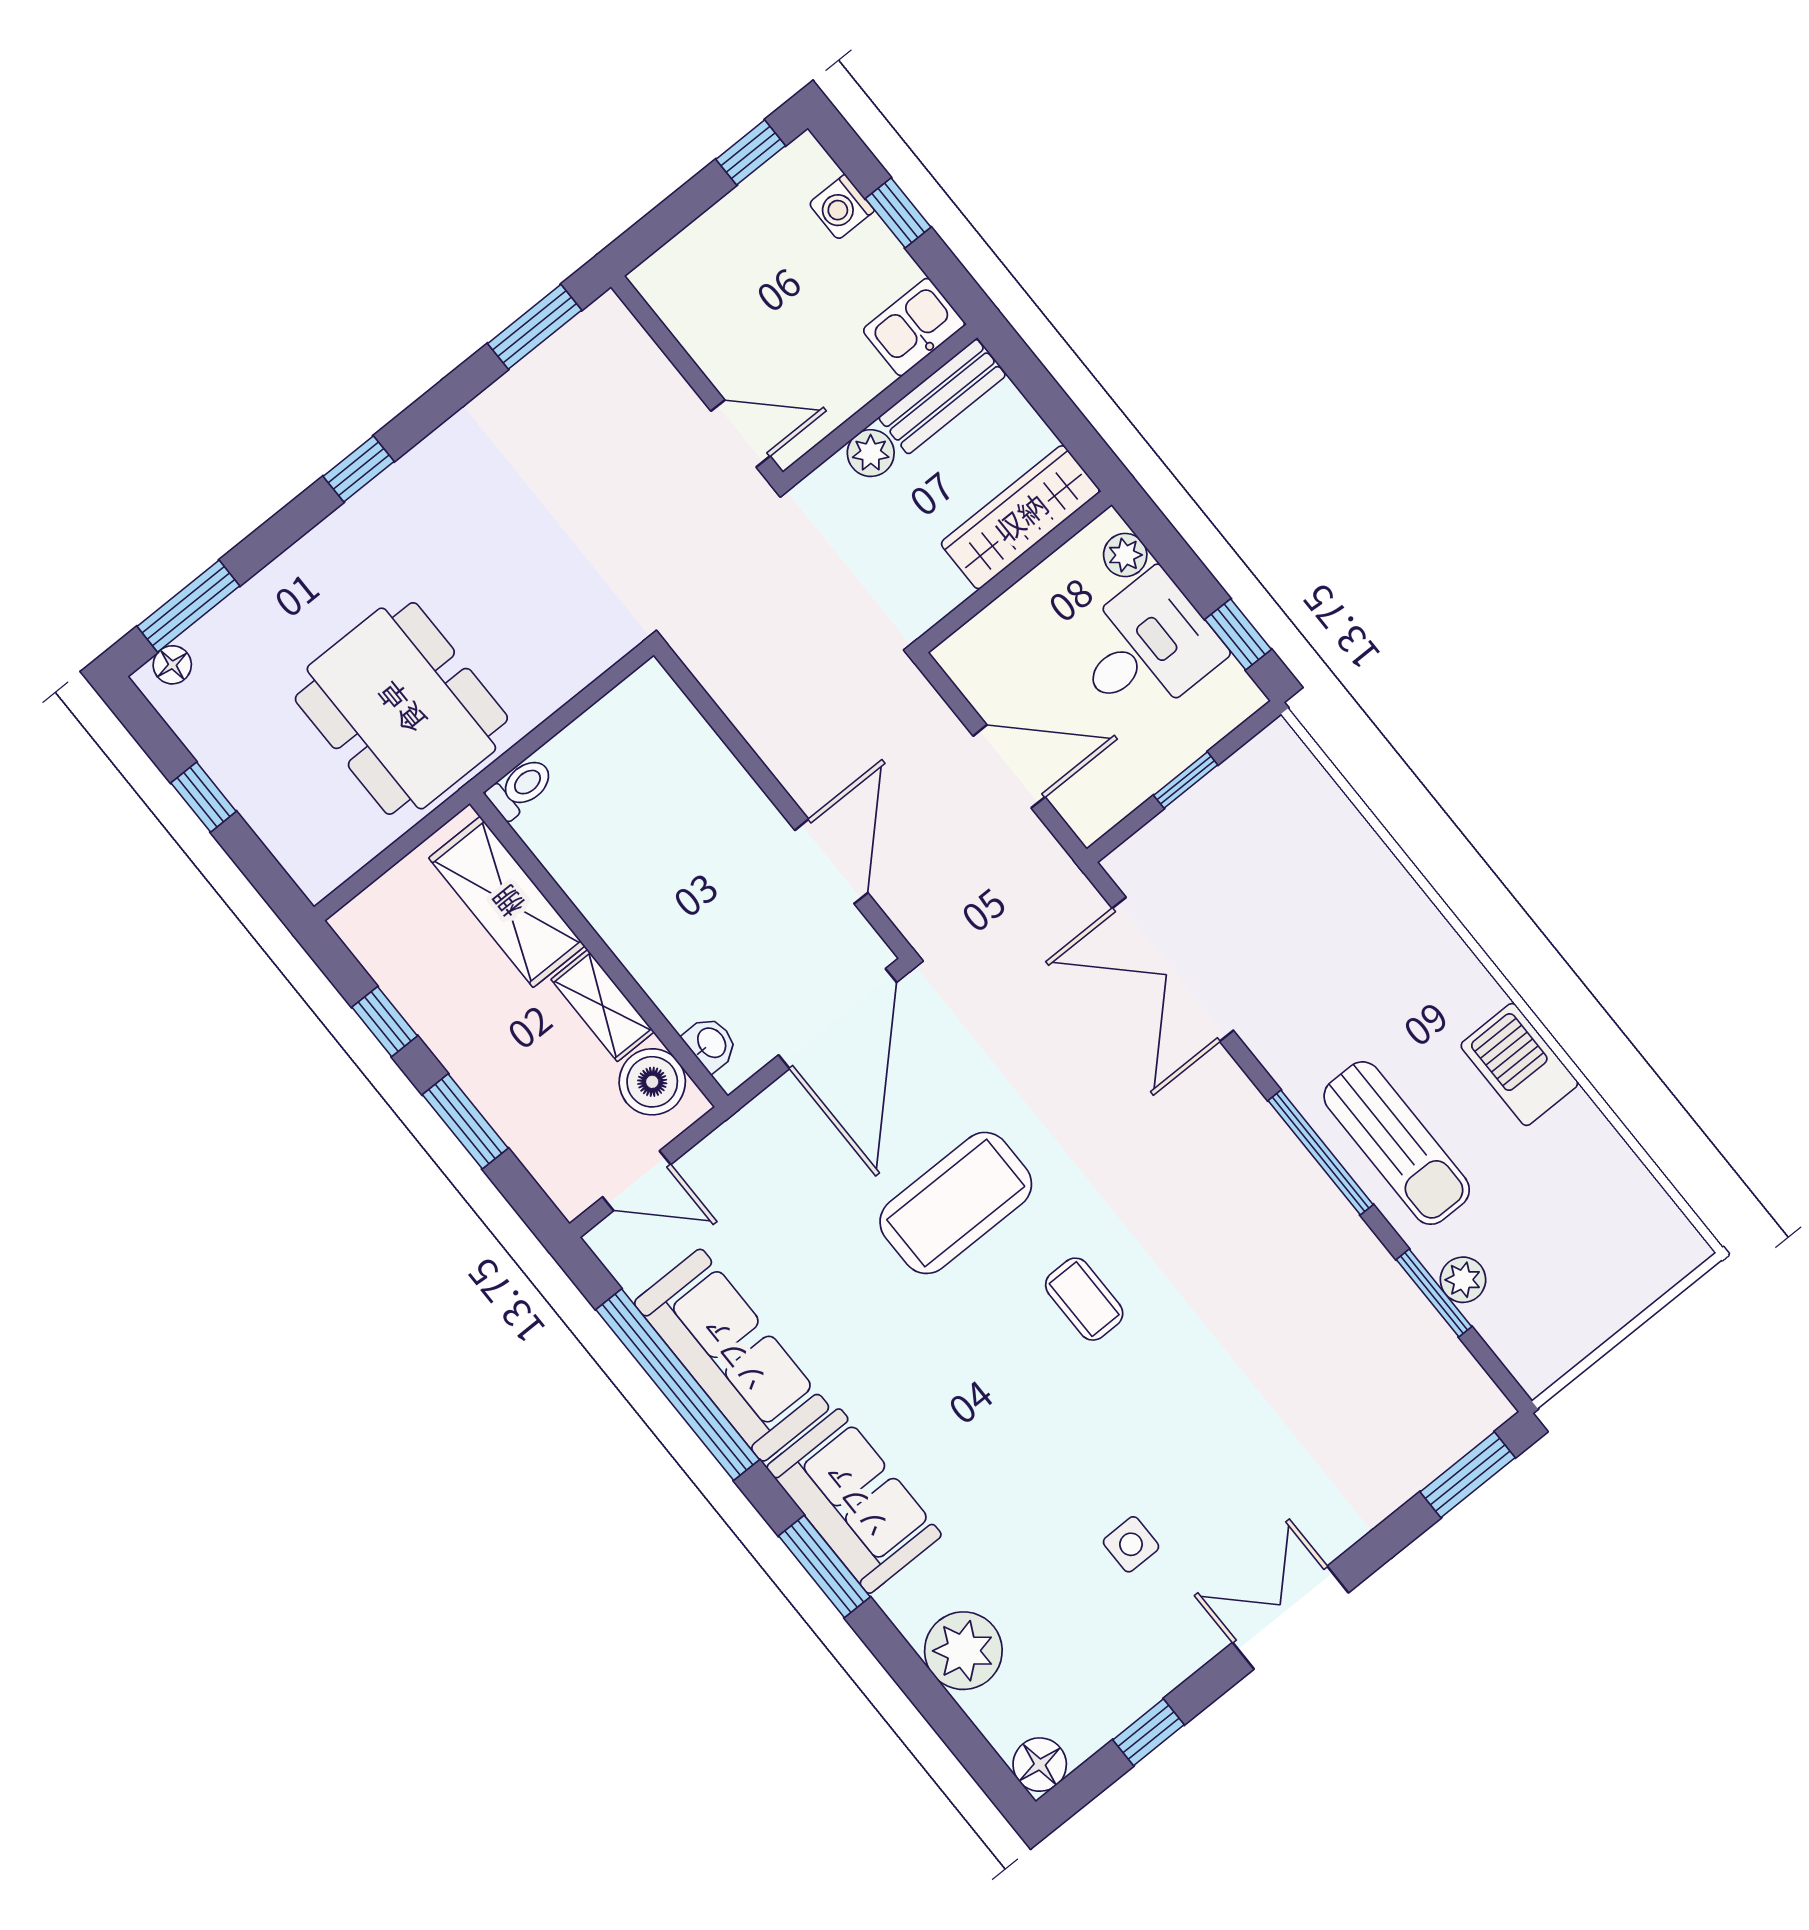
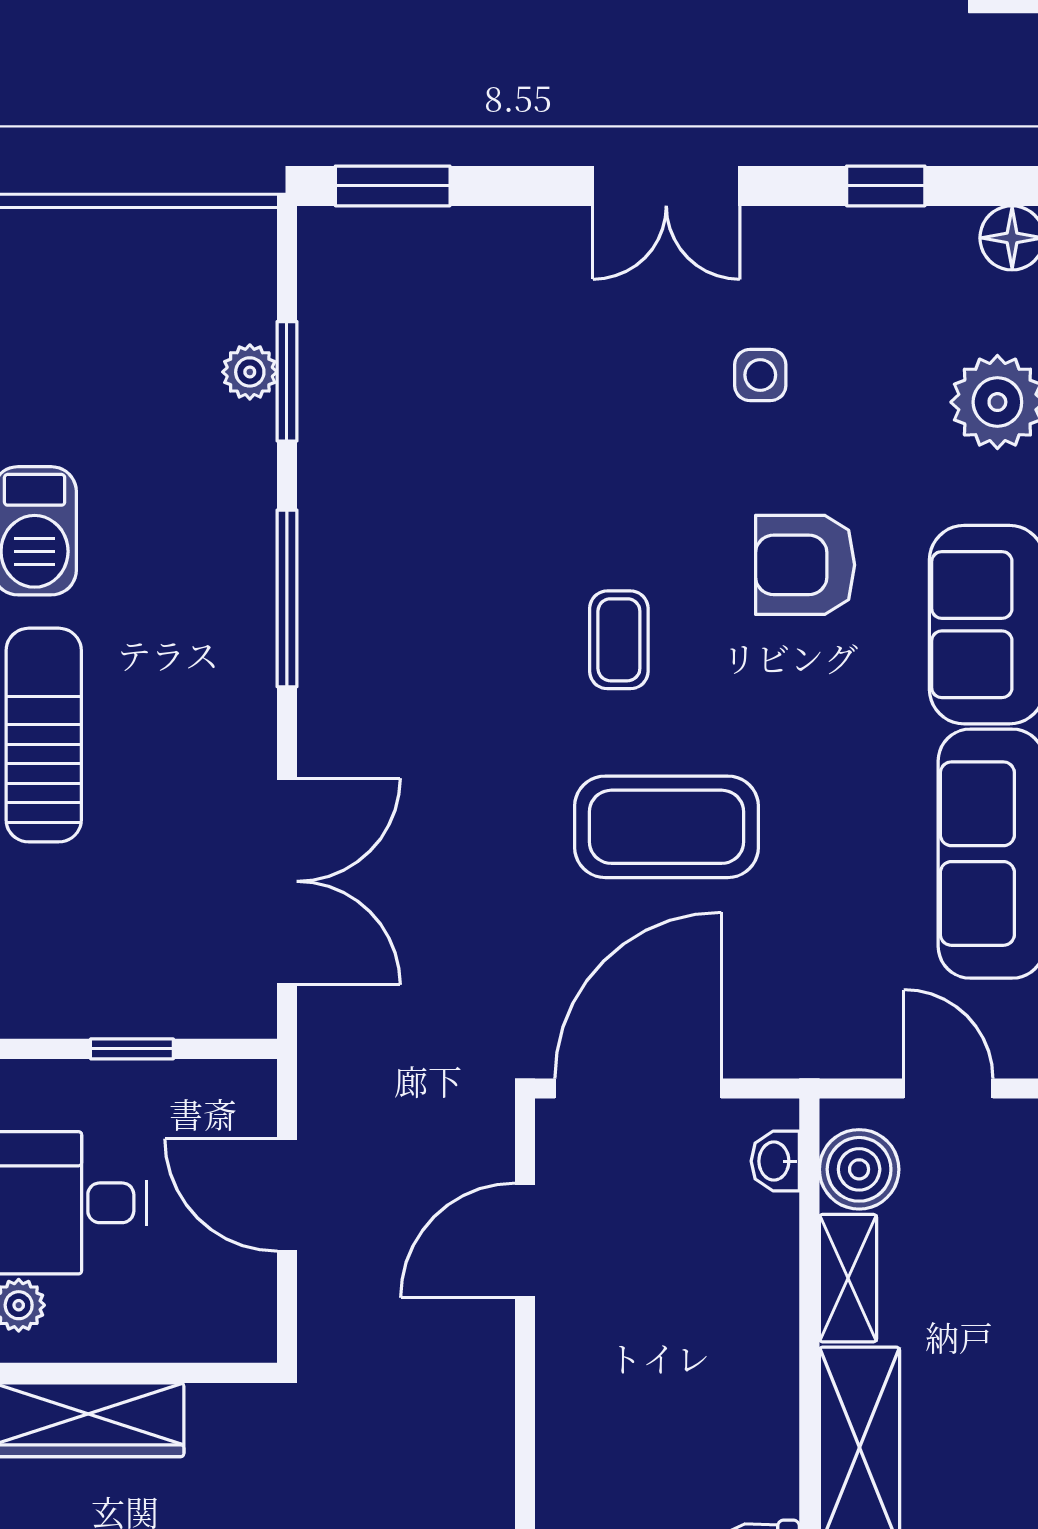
sun lounger: (1397, 1143) -> (44, 735), moved
armchair: (1003, 1445) -> (805, 565), added

